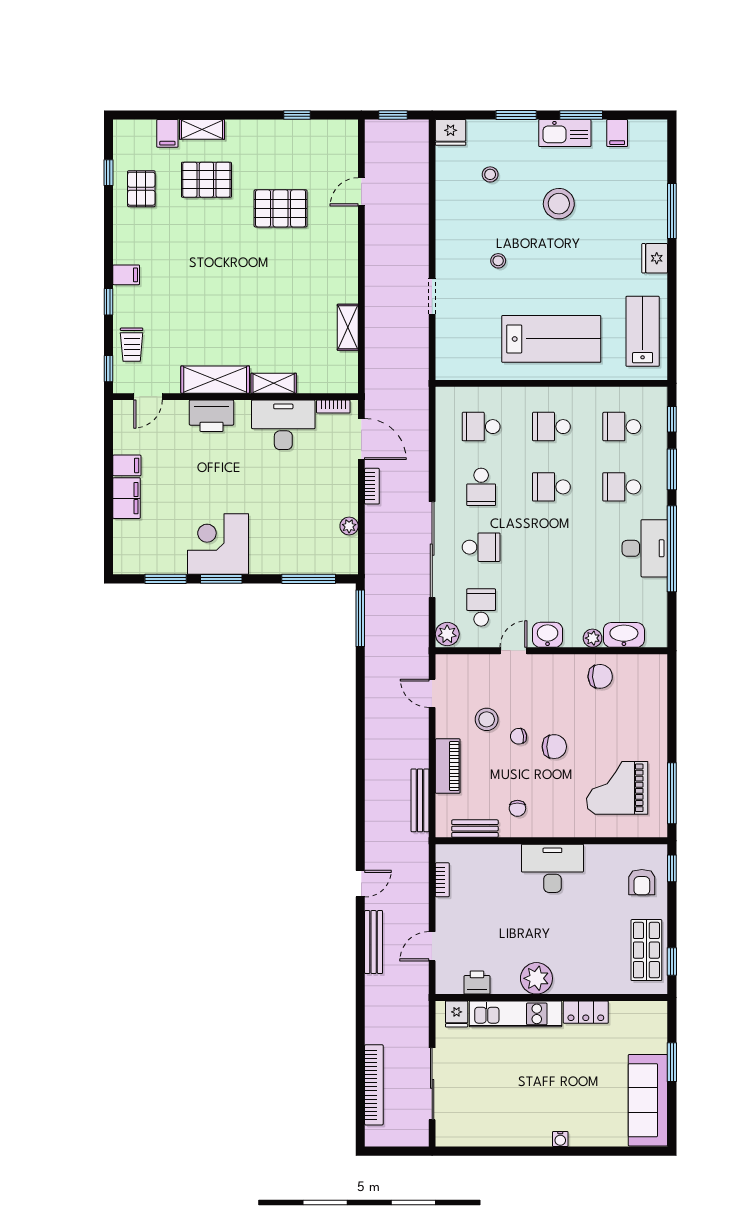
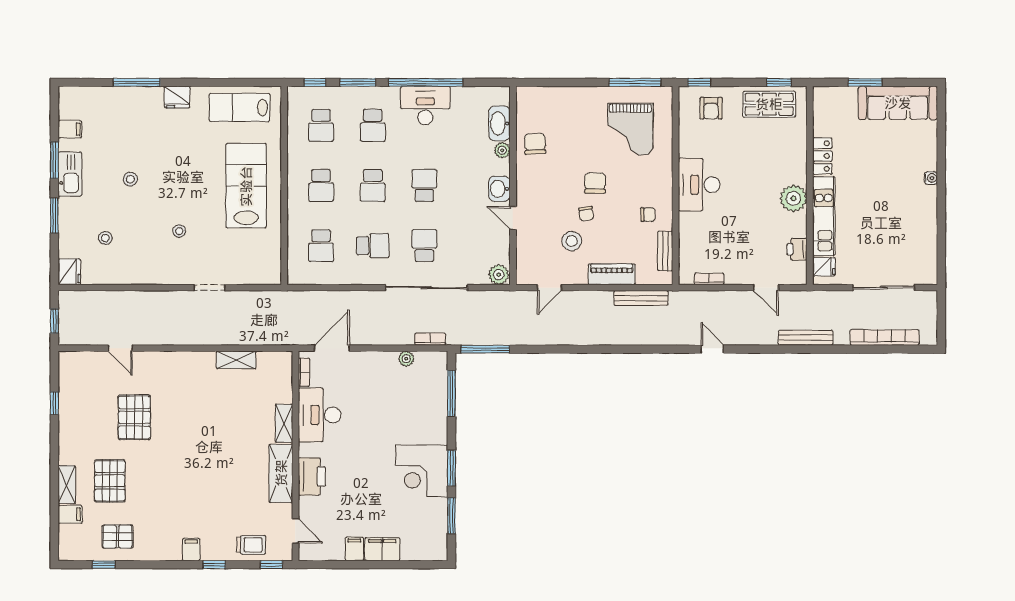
stool: (559, 204) -> (130, 179), width x0.53, depth x0.53
bookcase: (372, 486) -> (430, 339), moved
school desk: (481, 608) -> (424, 185), moved, turned 90
armchair: (642, 882) -> (711, 108), turned 90
bench: (374, 942) -> (806, 338), moved

